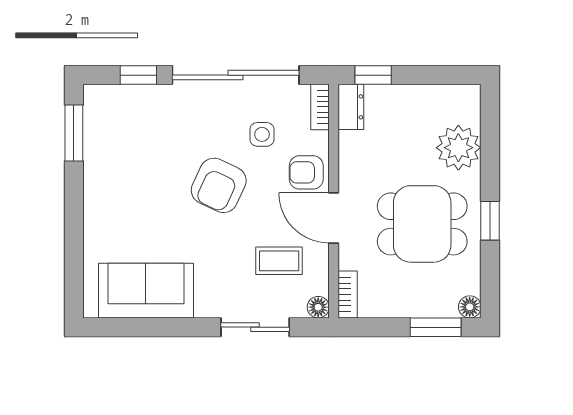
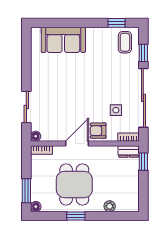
window: (74, 133) -> (116, 23), width x0.67
plant: (458, 148) -> (110, 206), width x0.53, depth x0.53
armchair: (306, 172) -> (98, 131), turned -90
armchair: (219, 185) -> (92, 90), removed
coffee table: (279, 261) -> (125, 42), moved
sofa: (146, 291) -> (63, 40), moved, turned 90

